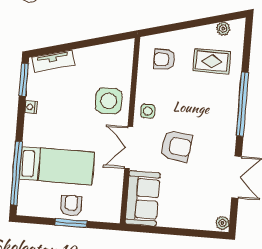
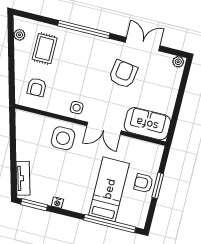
armchair: (176, 146) -> (123, 74), moved

